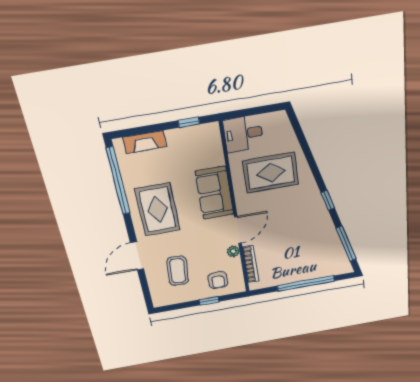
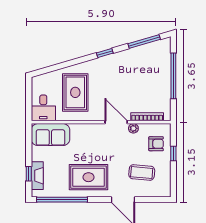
window: (189, 122) -> (29, 174), moved
sofa: (215, 193) -> (50, 135), moved

